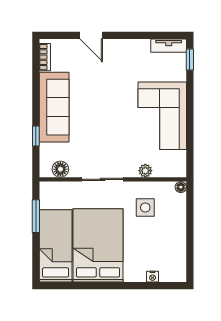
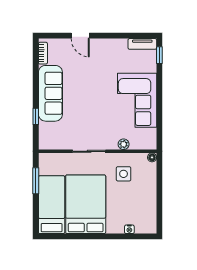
floor lamp: (60, 169) -> (55, 143), removed

